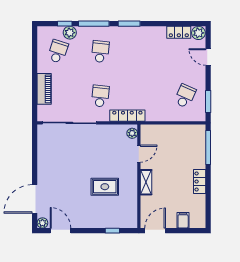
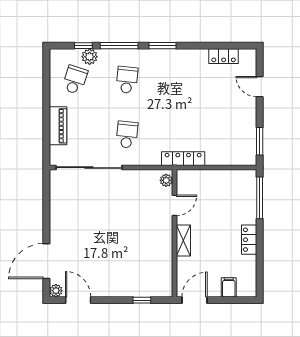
plant: (198, 33) -> (248, 57), removed
school desk: (185, 96) -> (231, 135), removed
locker: (127, 116) -> (183, 159), moved
rug: (105, 187) -> (133, 246), removed

